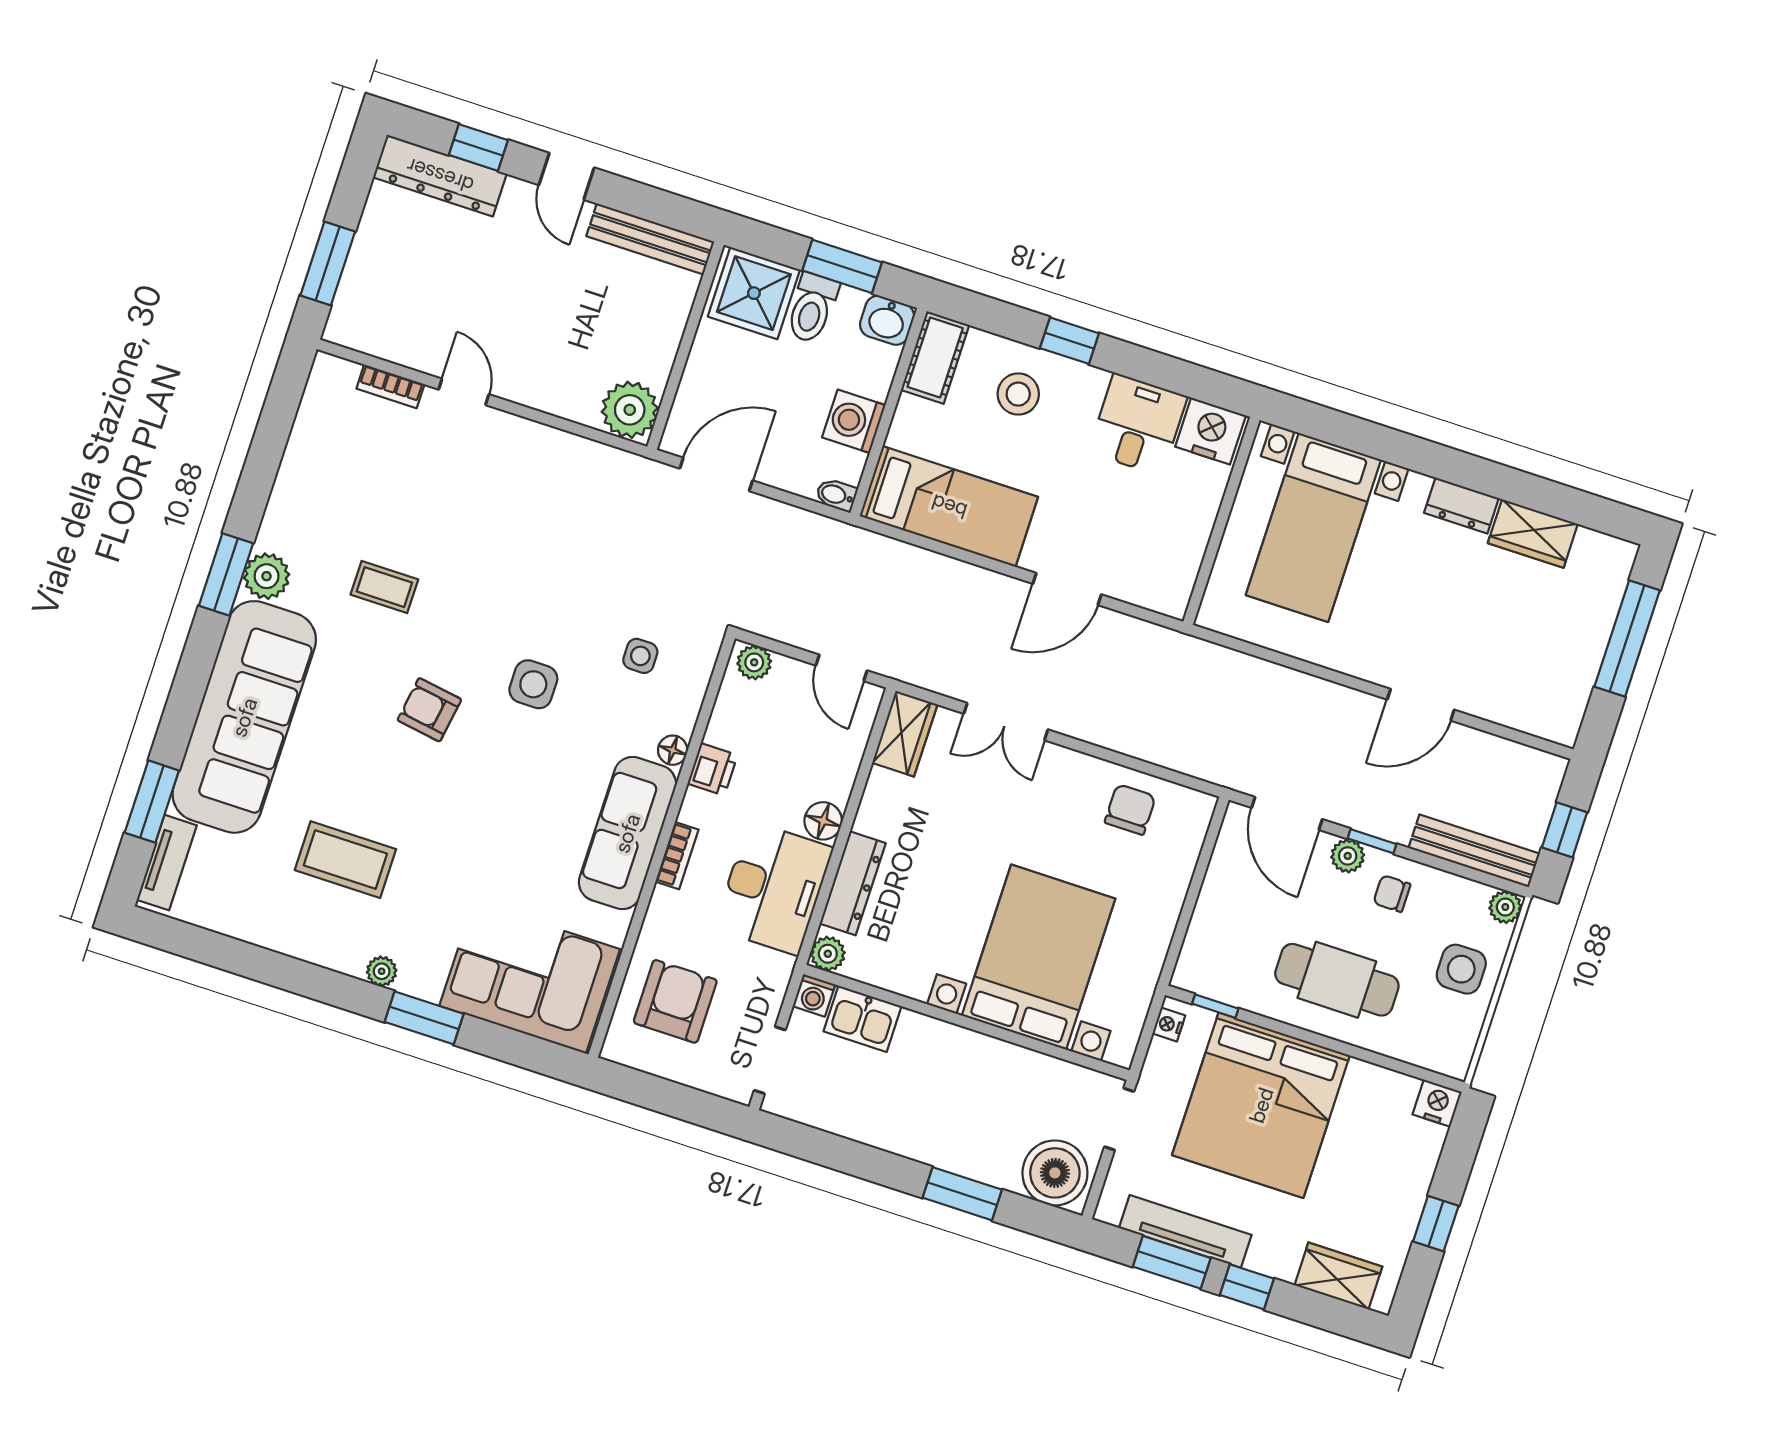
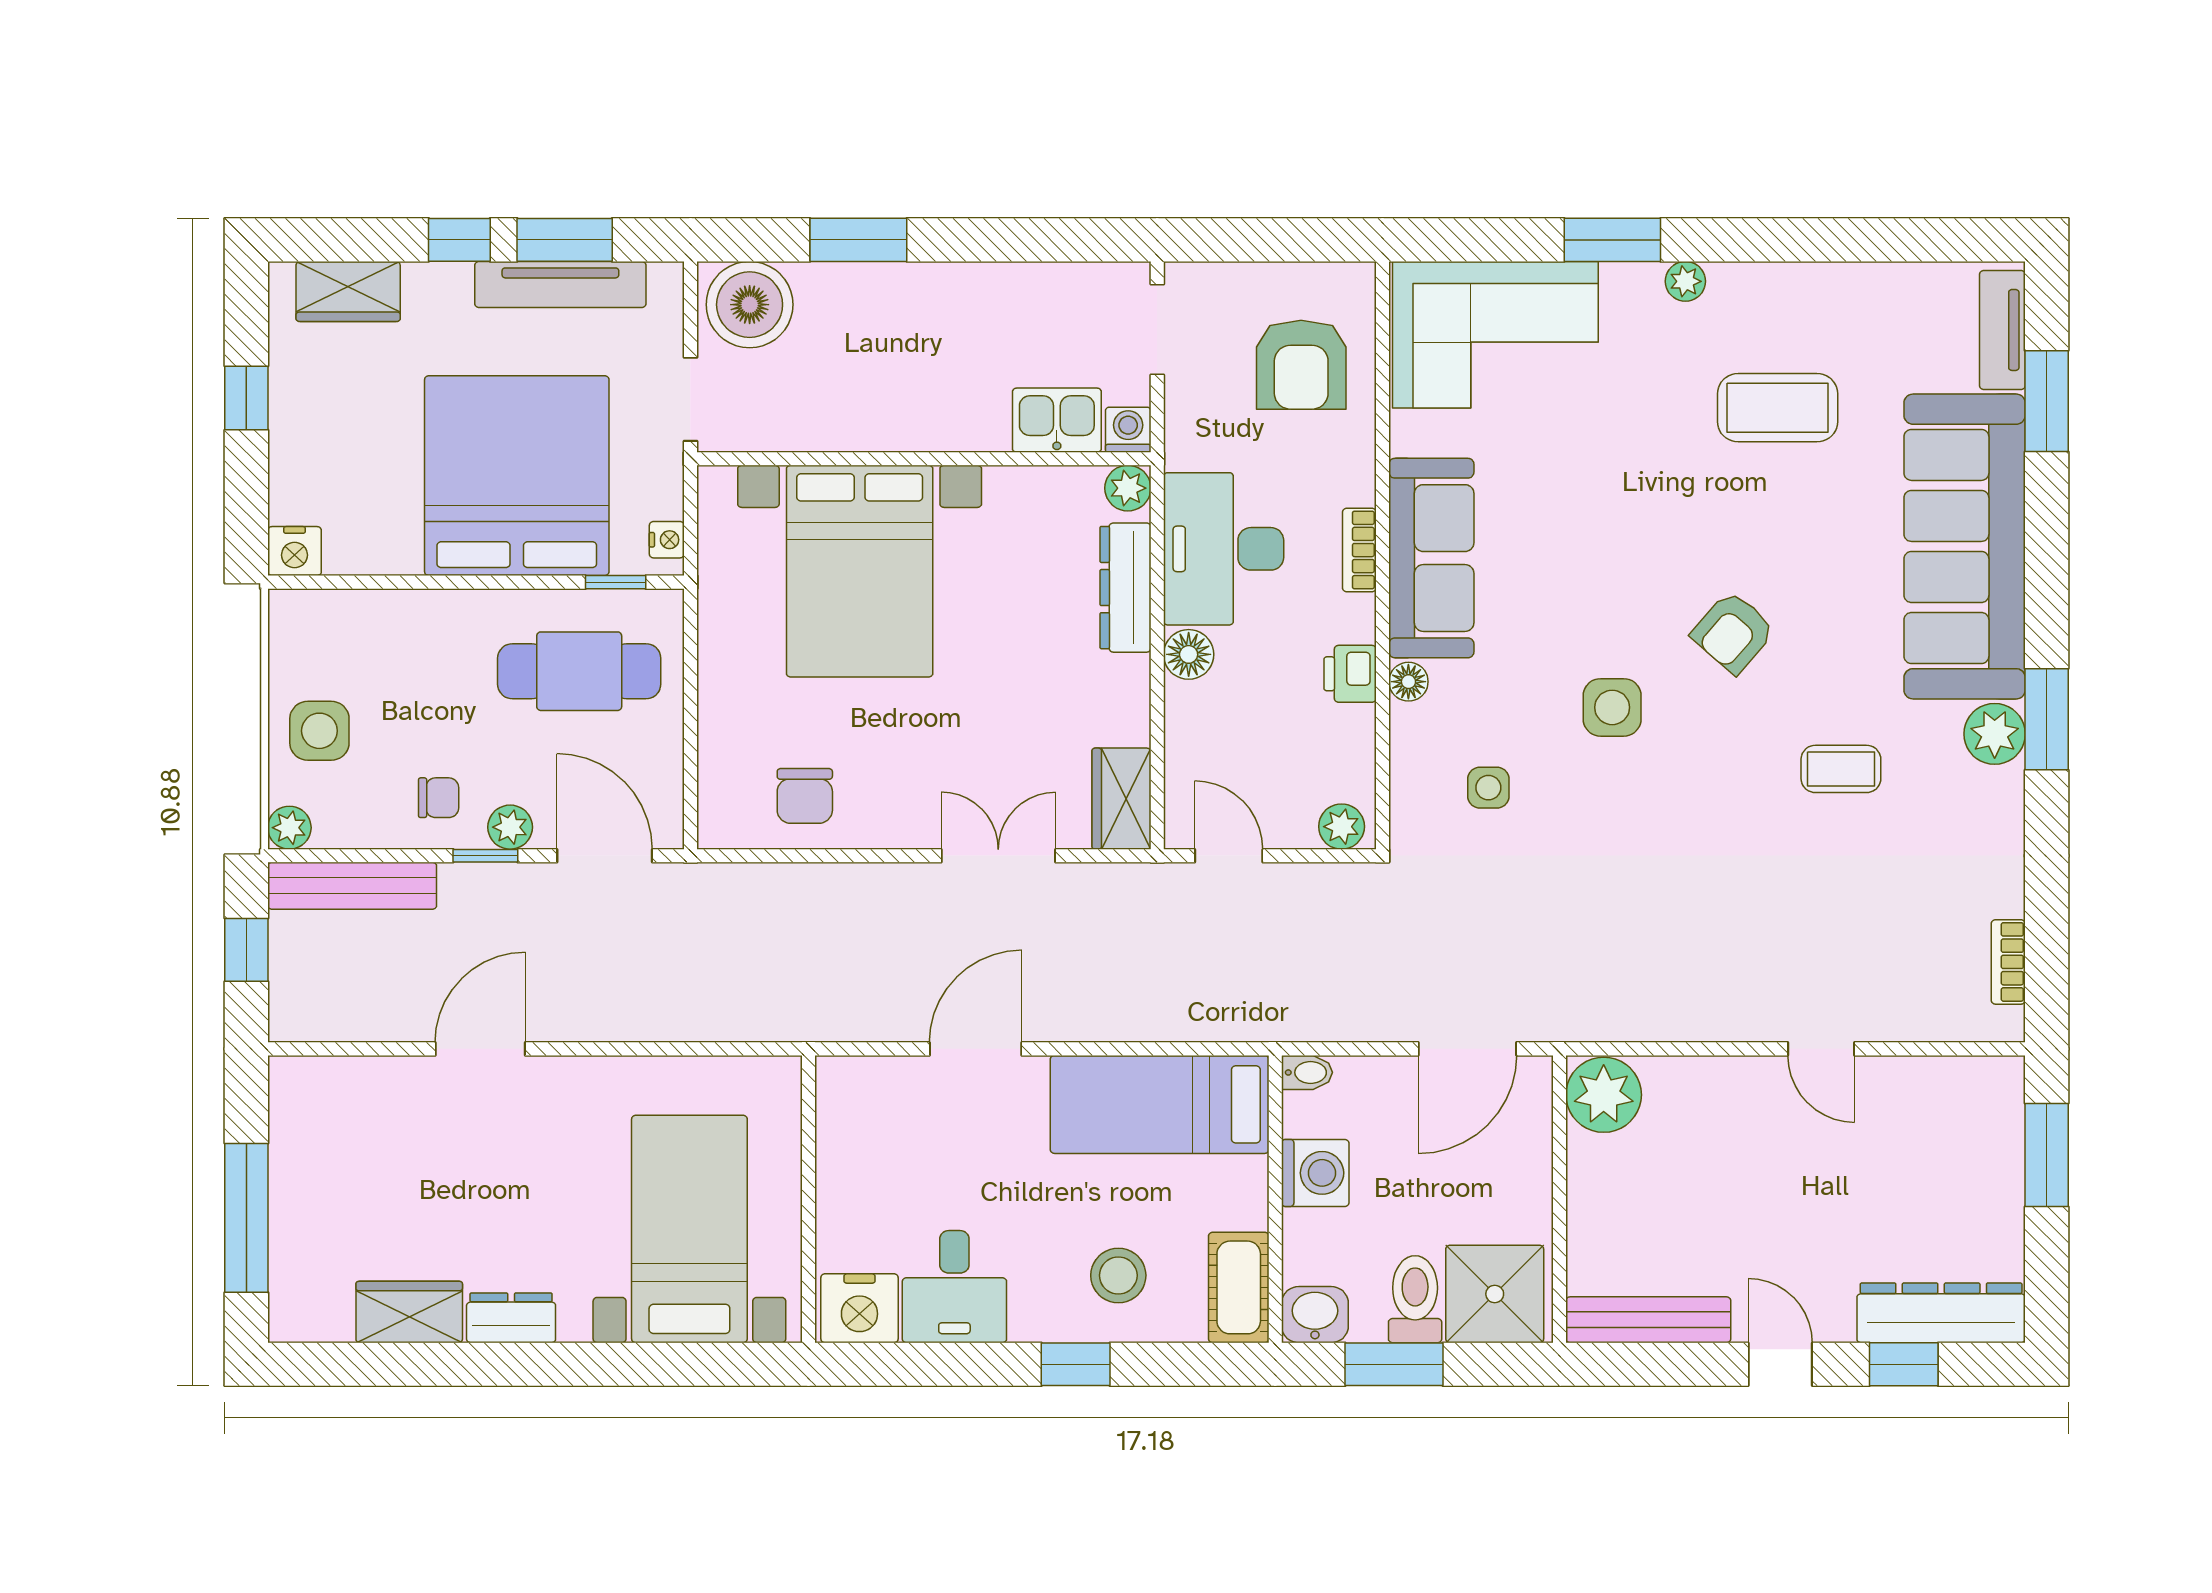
bookcase: (390, 386) -> (2008, 962), moved, turned -90
armchair: (429, 710) -> (1733, 632), turned 122
cafe table: (1337, 980) -> (579, 671), moved

